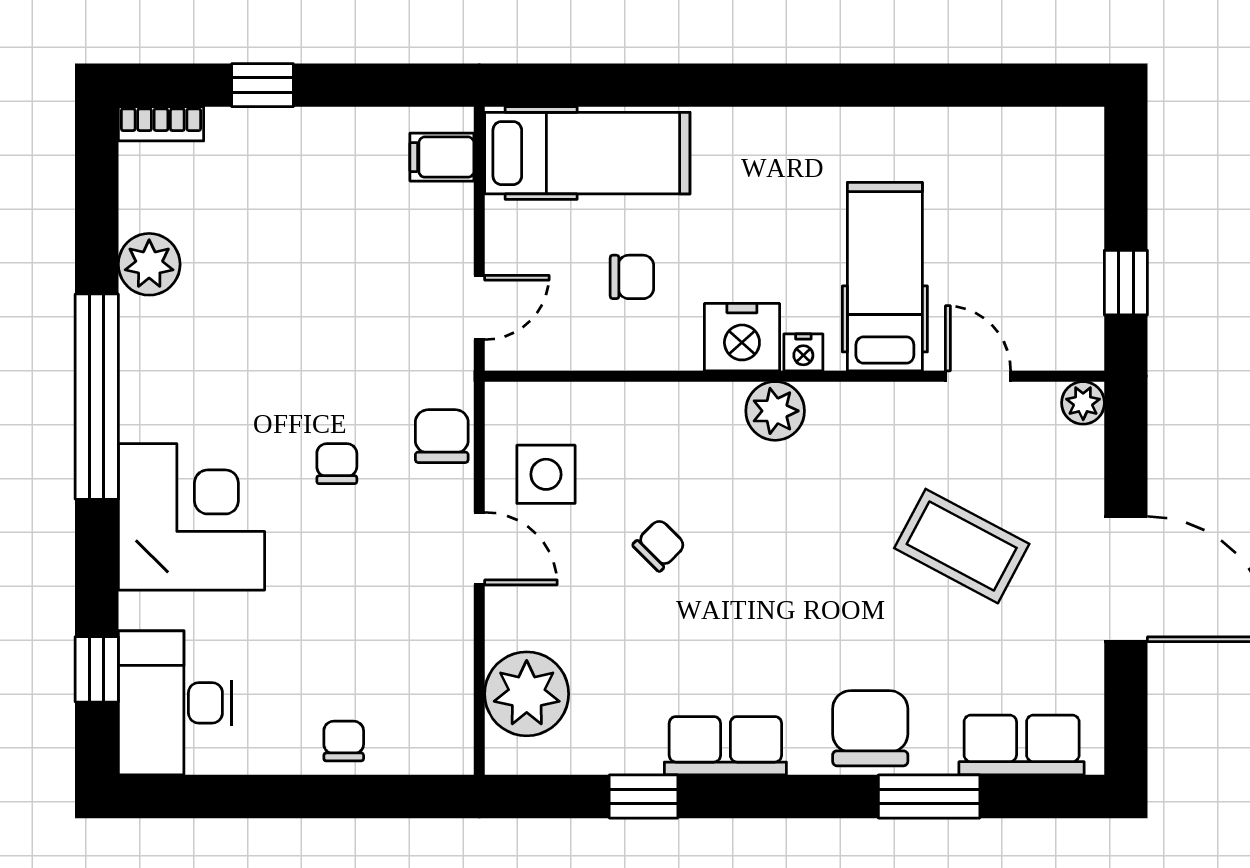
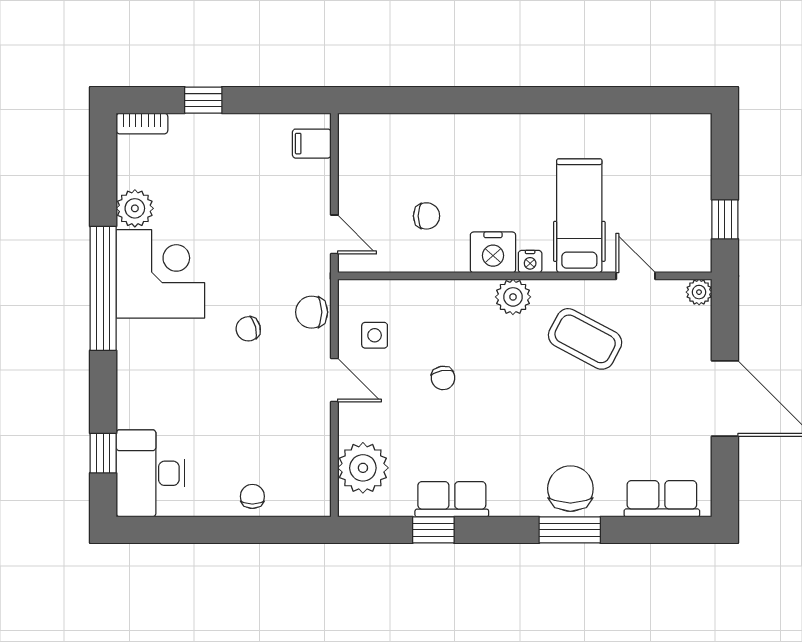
hospital bed: (587, 153) -> (400, 141), removed
door: (479, 307) -> (334, 234), hinge flipped
chair: (442, 436) -> (312, 312), turned -90
chair: (337, 464) -> (248, 329), turned -105
side table: (546, 474) -> (375, 335), width x0.73, depth x0.73
corner desk: (191, 517) -> (160, 274), moved
chair: (659, 545) -> (443, 378), turned 125
coffee table: (962, 546) -> (585, 339), moved
row of seats: (725, 746) -> (452, 499), moved
window: (929, 796) -> (570, 530), moved

